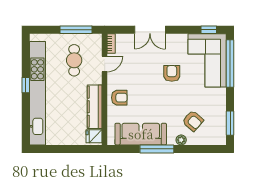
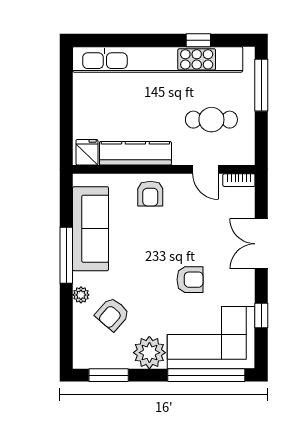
window: (76, 30) -> (261, 85), moved
window: (209, 30) -> (261, 315), moved
window: (26, 85) -> (198, 40), moved
plant: (216, 98) -> (149, 353), added

